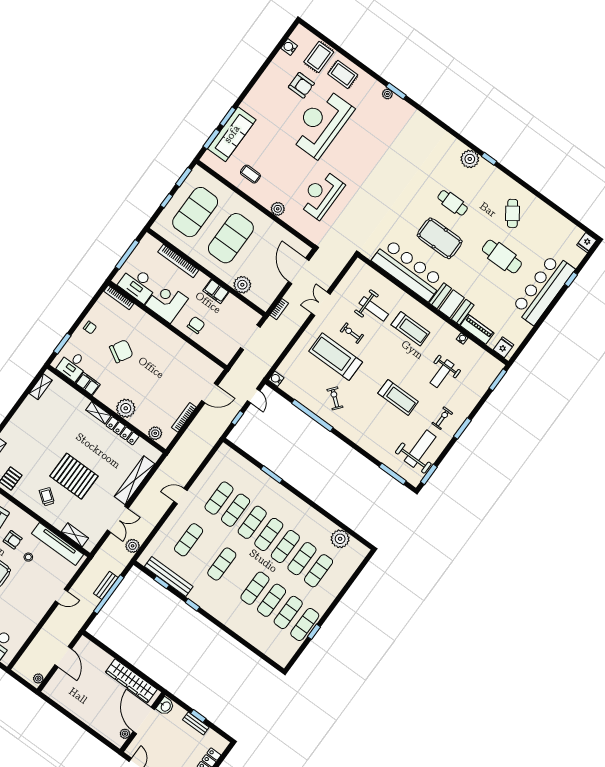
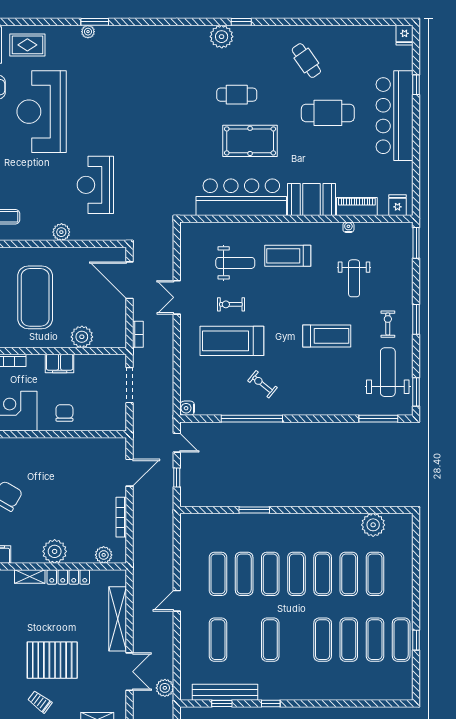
treadmill: (410, 329) -> (288, 256), turned 180

